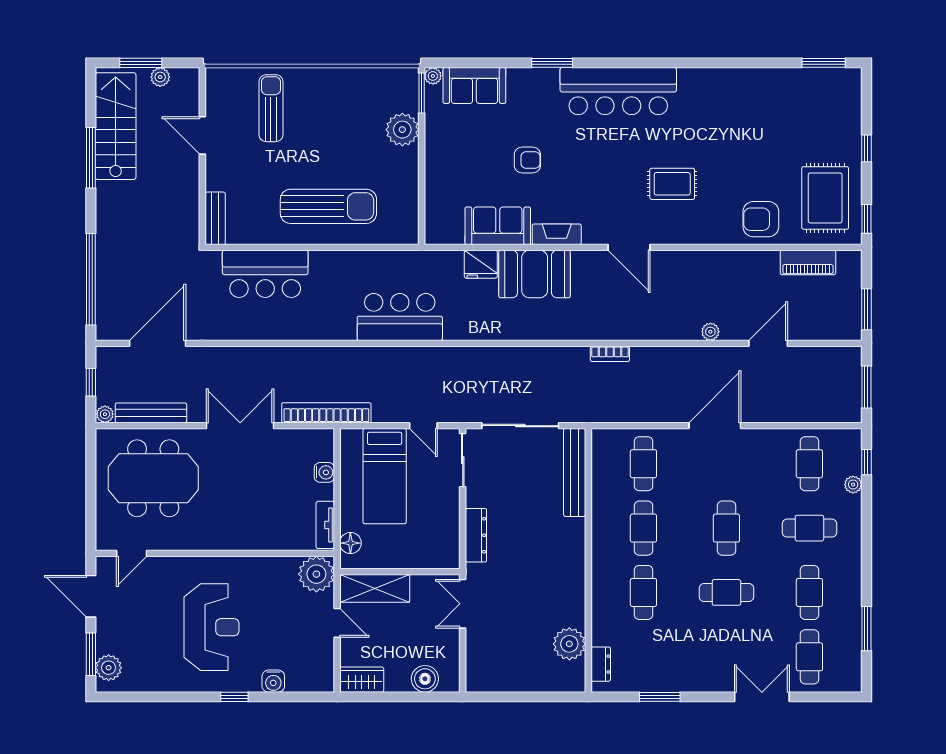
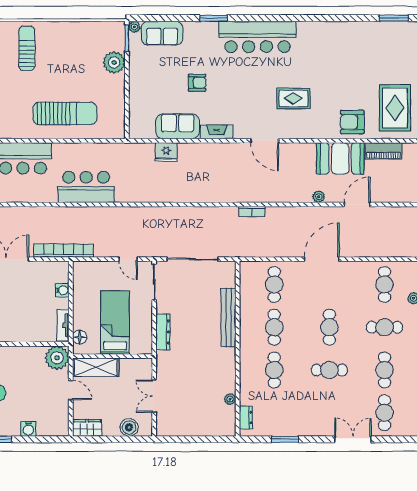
booth: (535, 274) -> (340, 158), moved
bar counter: (400, 317) -> (86, 187), moved
bench: (575, 472) -> (228, 317), moved
bed: (385, 476) -> (115, 323), moved, turned 180
double door: (463, 604) -> (154, 396), moved
plant: (569, 644) -> (230, 399), width x0.53, depth x0.53

